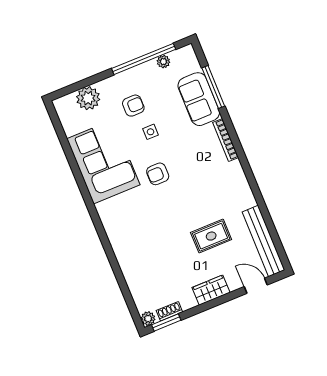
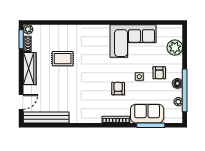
floor lamp: (138, 73) -> (177, 83), added
armchair: (158, 174) -> (118, 89), moved
rug: (211, 236) -> (63, 59), moved, turned 90
wardrobe: (211, 290) -> (30, 69), width x1.50

